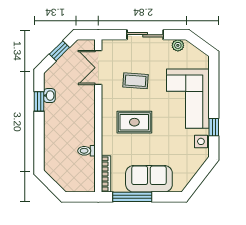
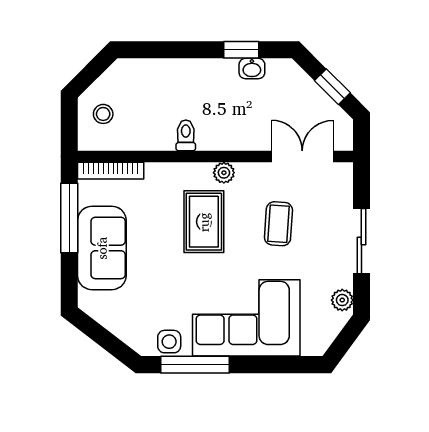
plant: (107, 111) -> (224, 173), added
window: (214, 127) -> (195, 365), width x2.17
toilet: (86, 151) -> (186, 135), moved
stool: (75, 178) -> (103, 114), added

